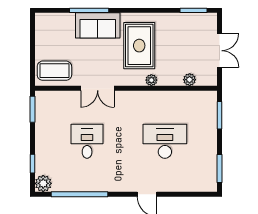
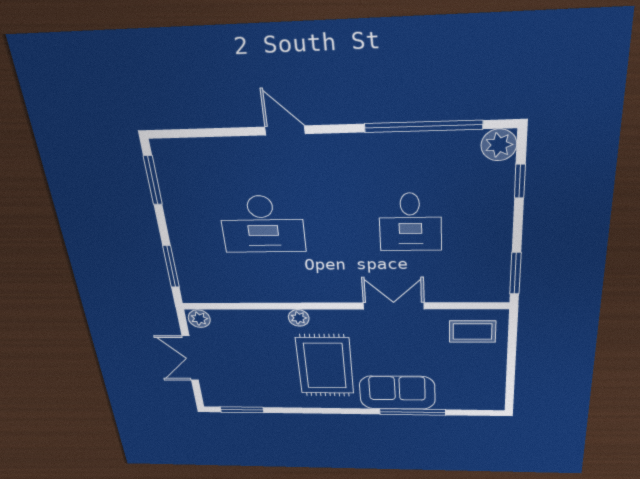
coffee table: (54, 71) -> (472, 332), width x0.73, depth x0.77
plant: (190, 80) -> (199, 319), moved

